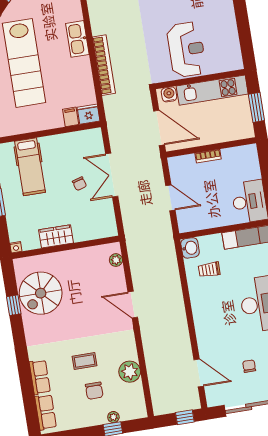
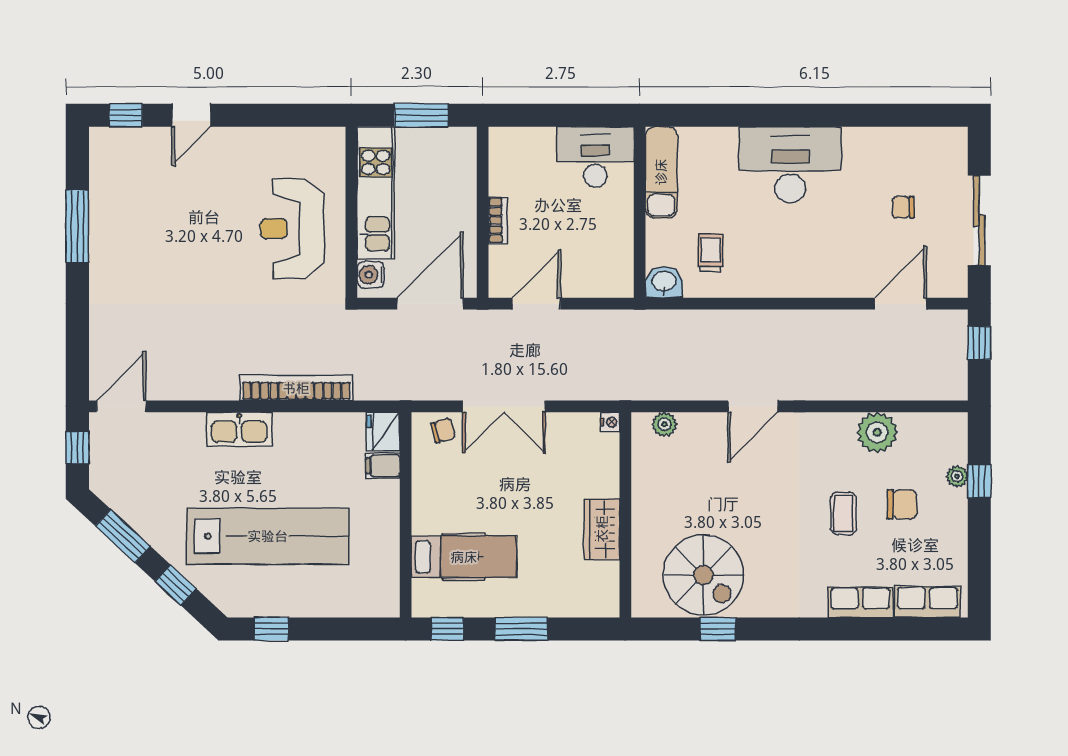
reception desk: (186, 50) -> (292, 229), turned -90
chair: (80, 184) -> (443, 430), moved
door: (170, 198) -> (536, 304), moved
nightstand: (16, 247) -> (610, 422), moved
trolley: (209, 270) -> (710, 253), turned 180

